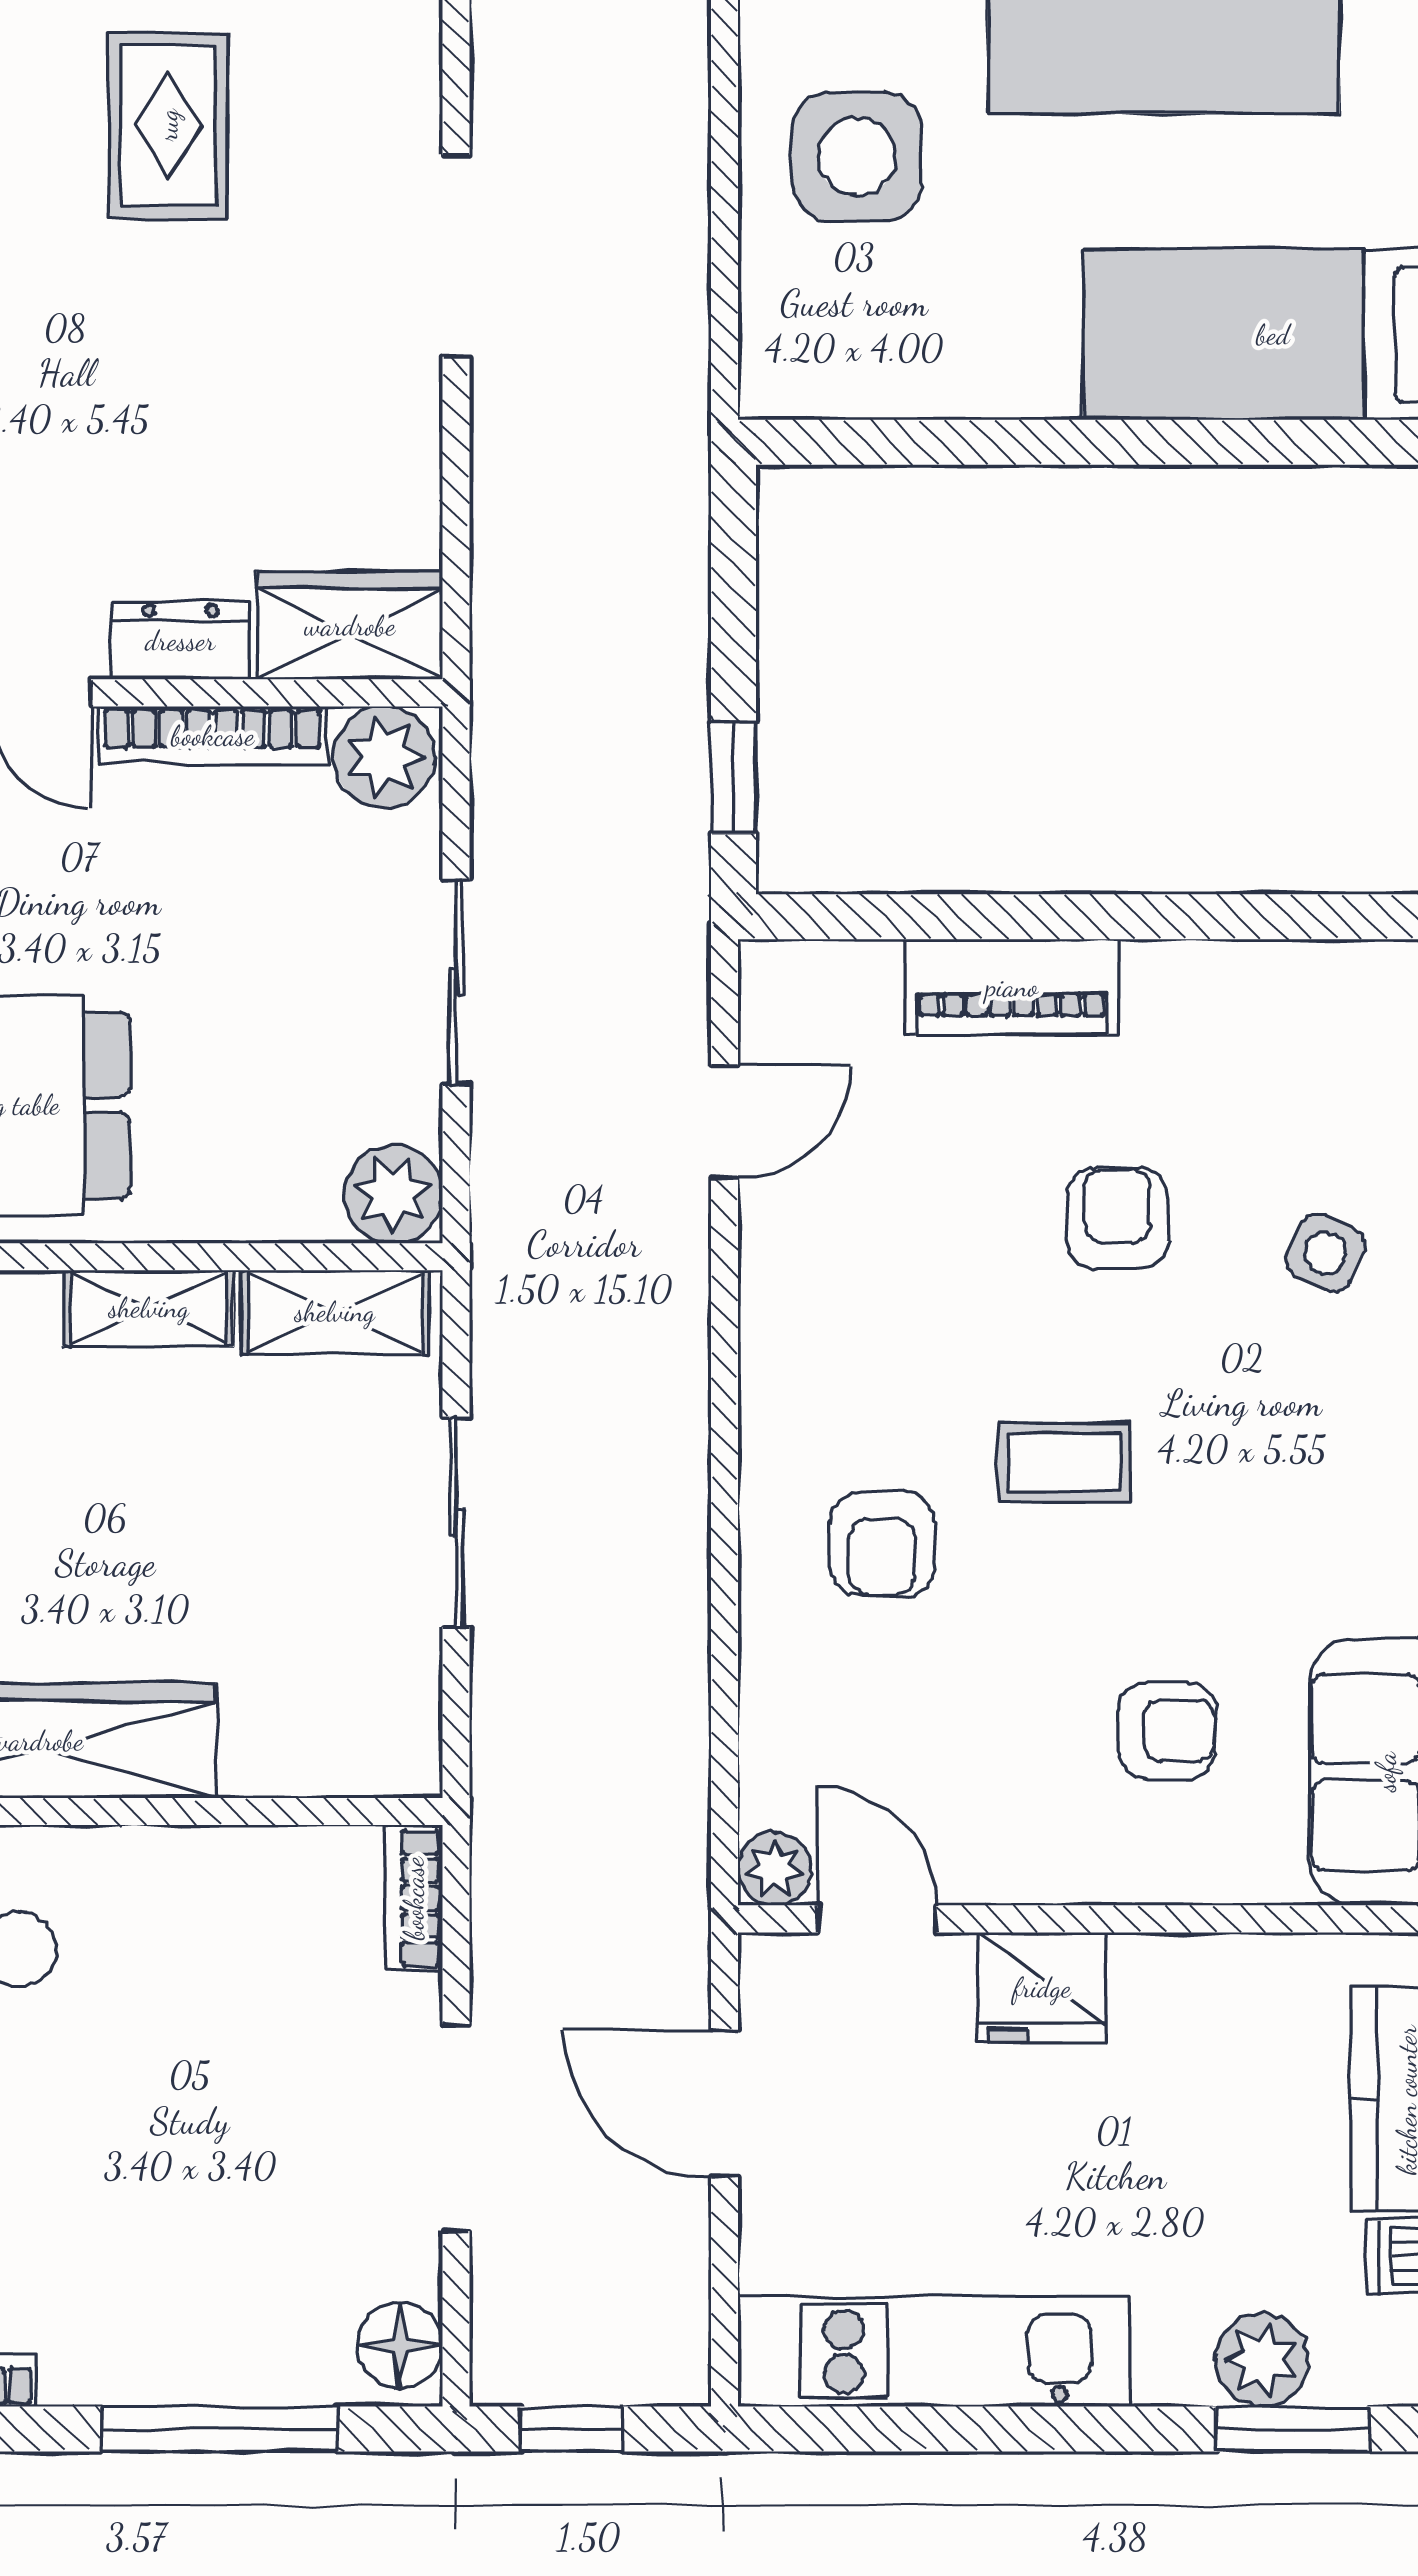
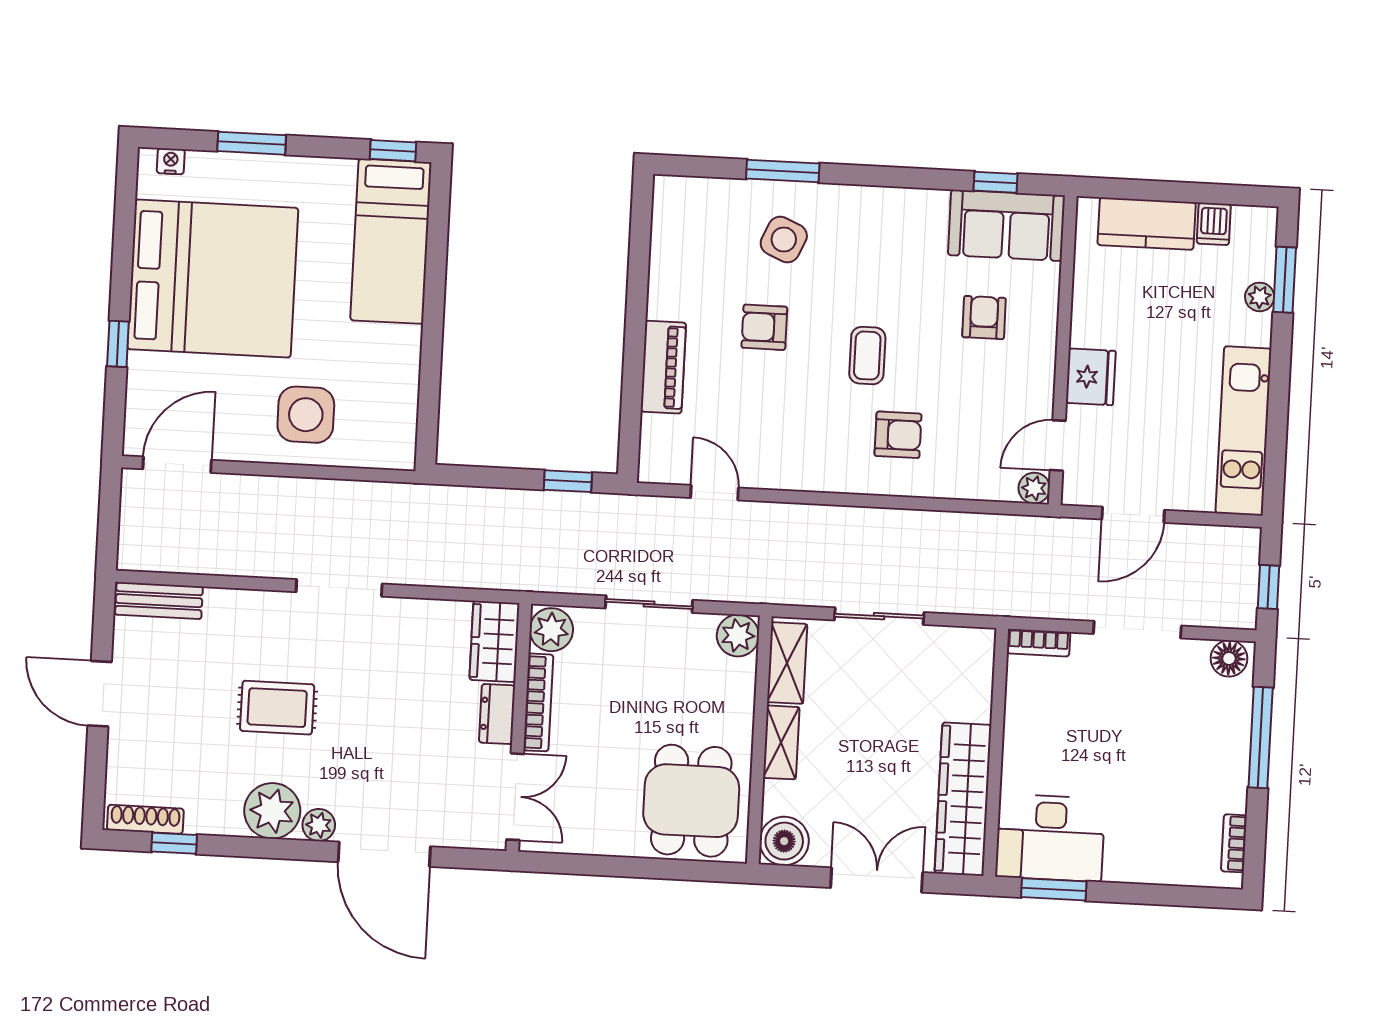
side table: (1325, 1253) -> (784, 239), width x1.37, depth x1.37
plant: (1262, 2360) -> (1260, 297), width x0.73, depth x0.73

